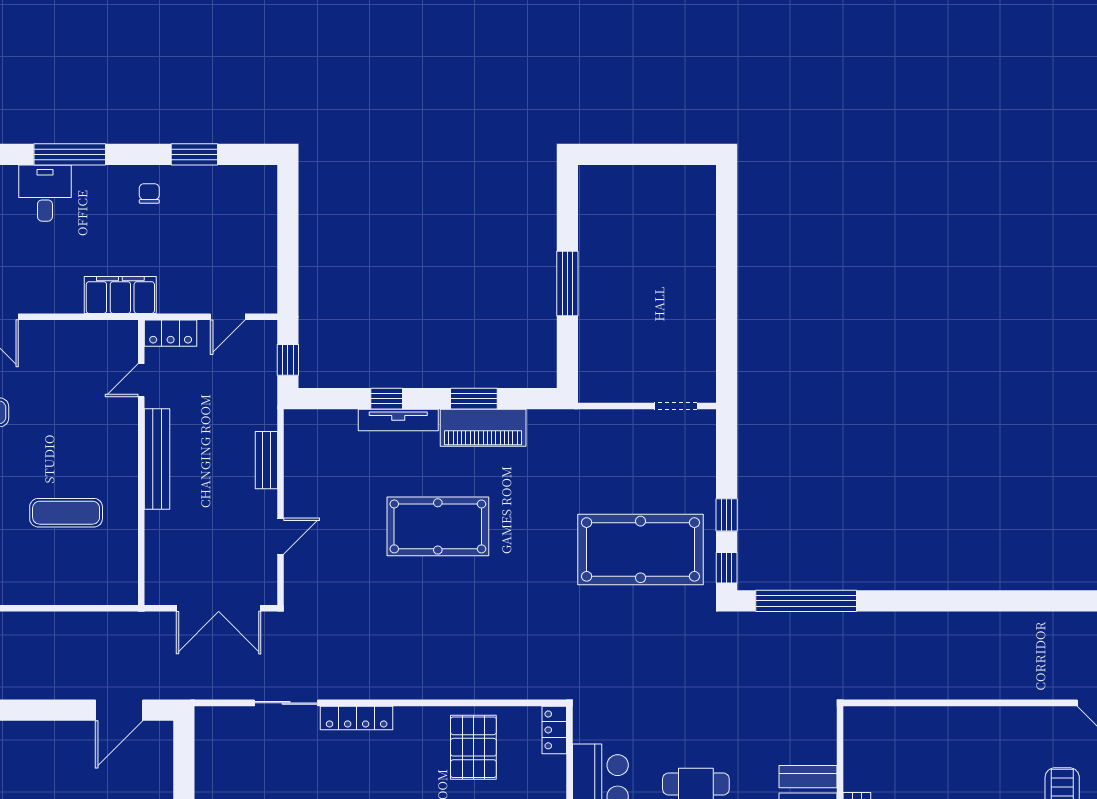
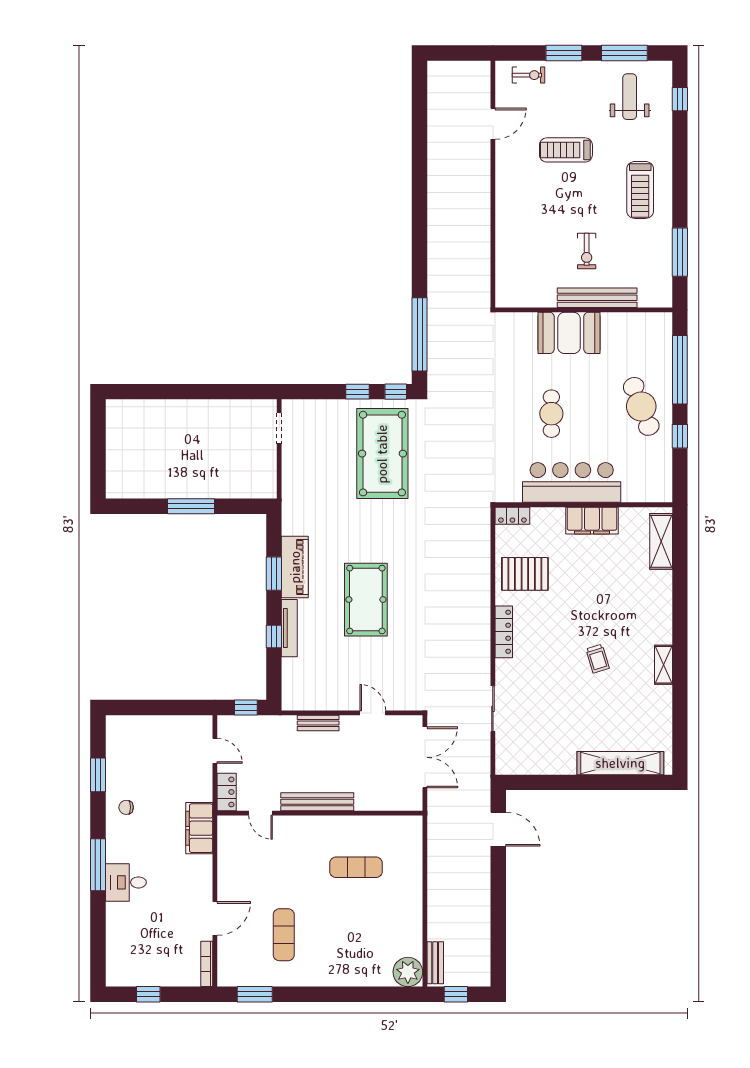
exercise mat: (66, 513) -> (356, 867), turned 90
locker: (357, 718) -> (504, 632), moved

